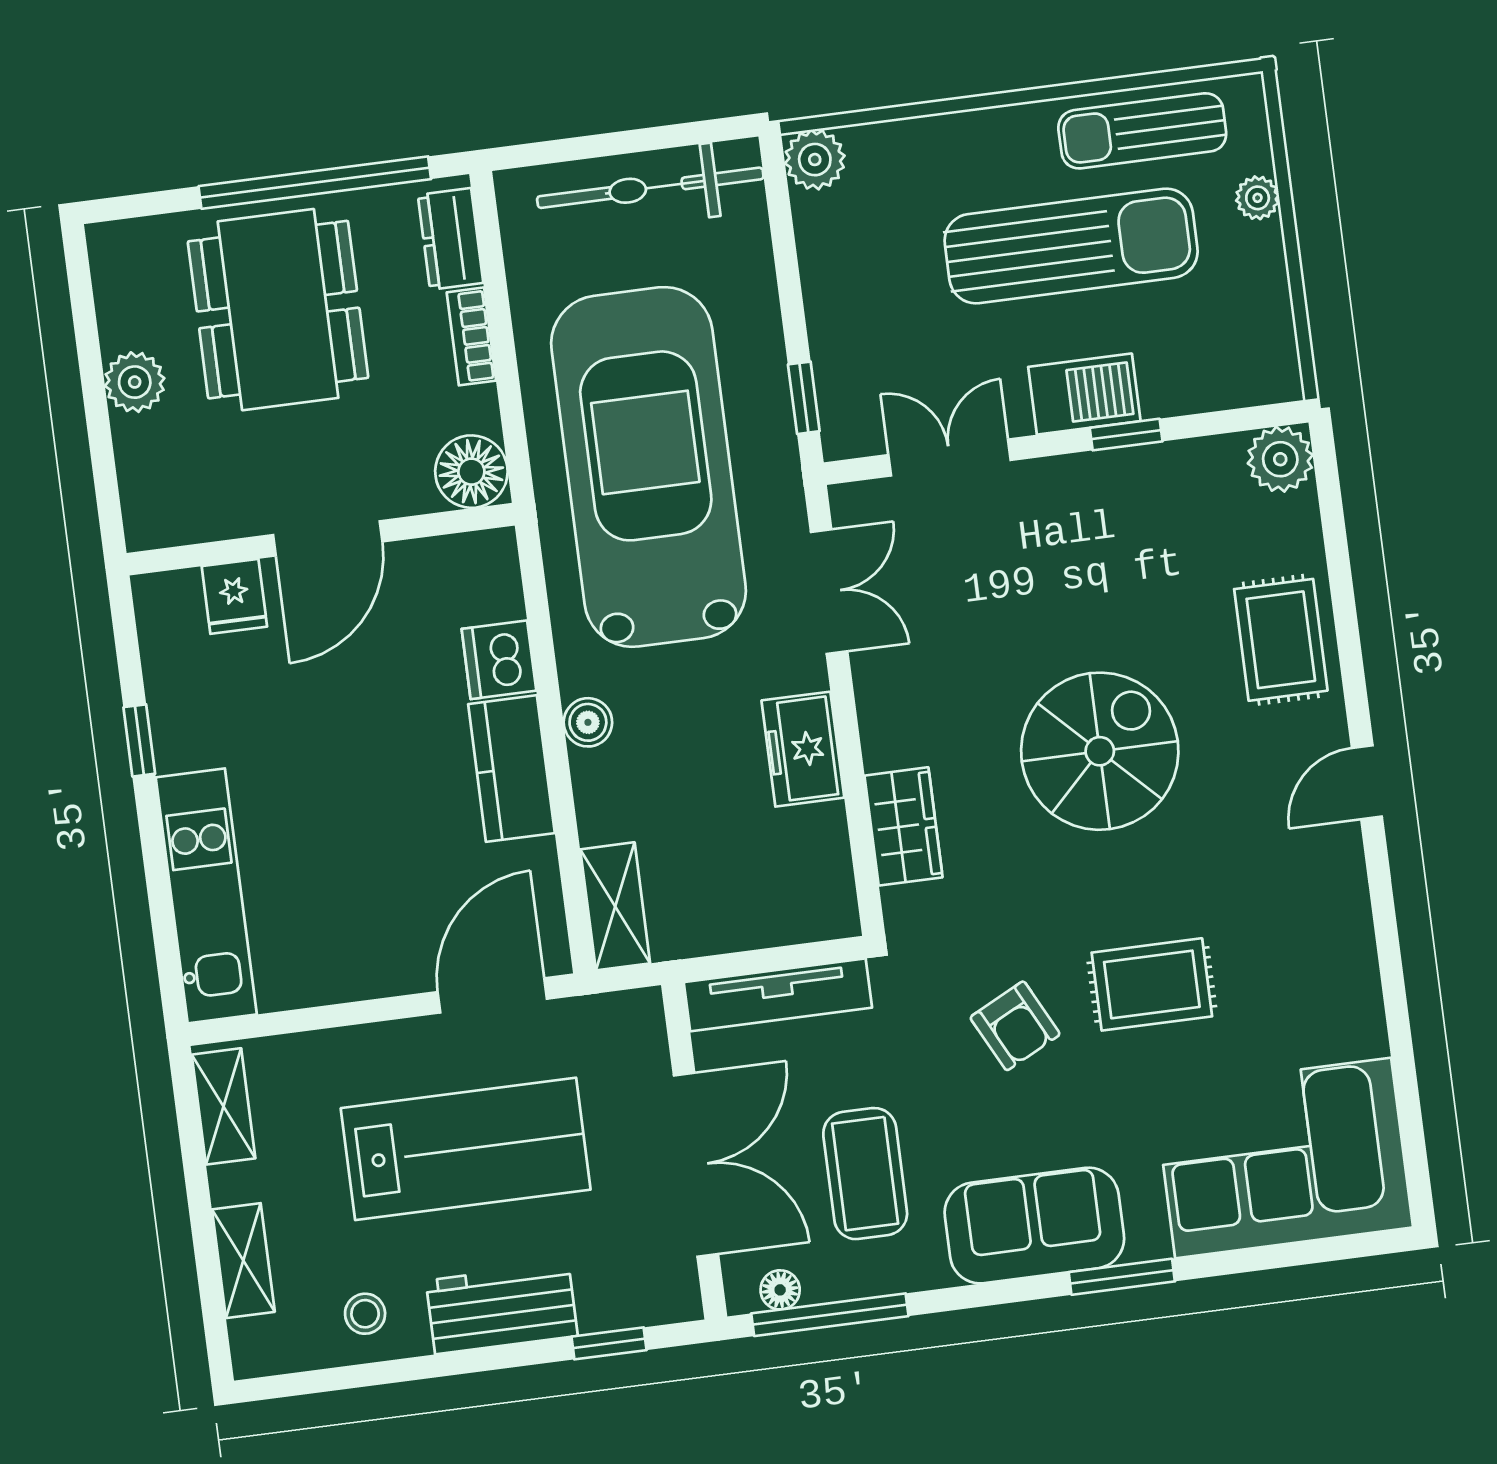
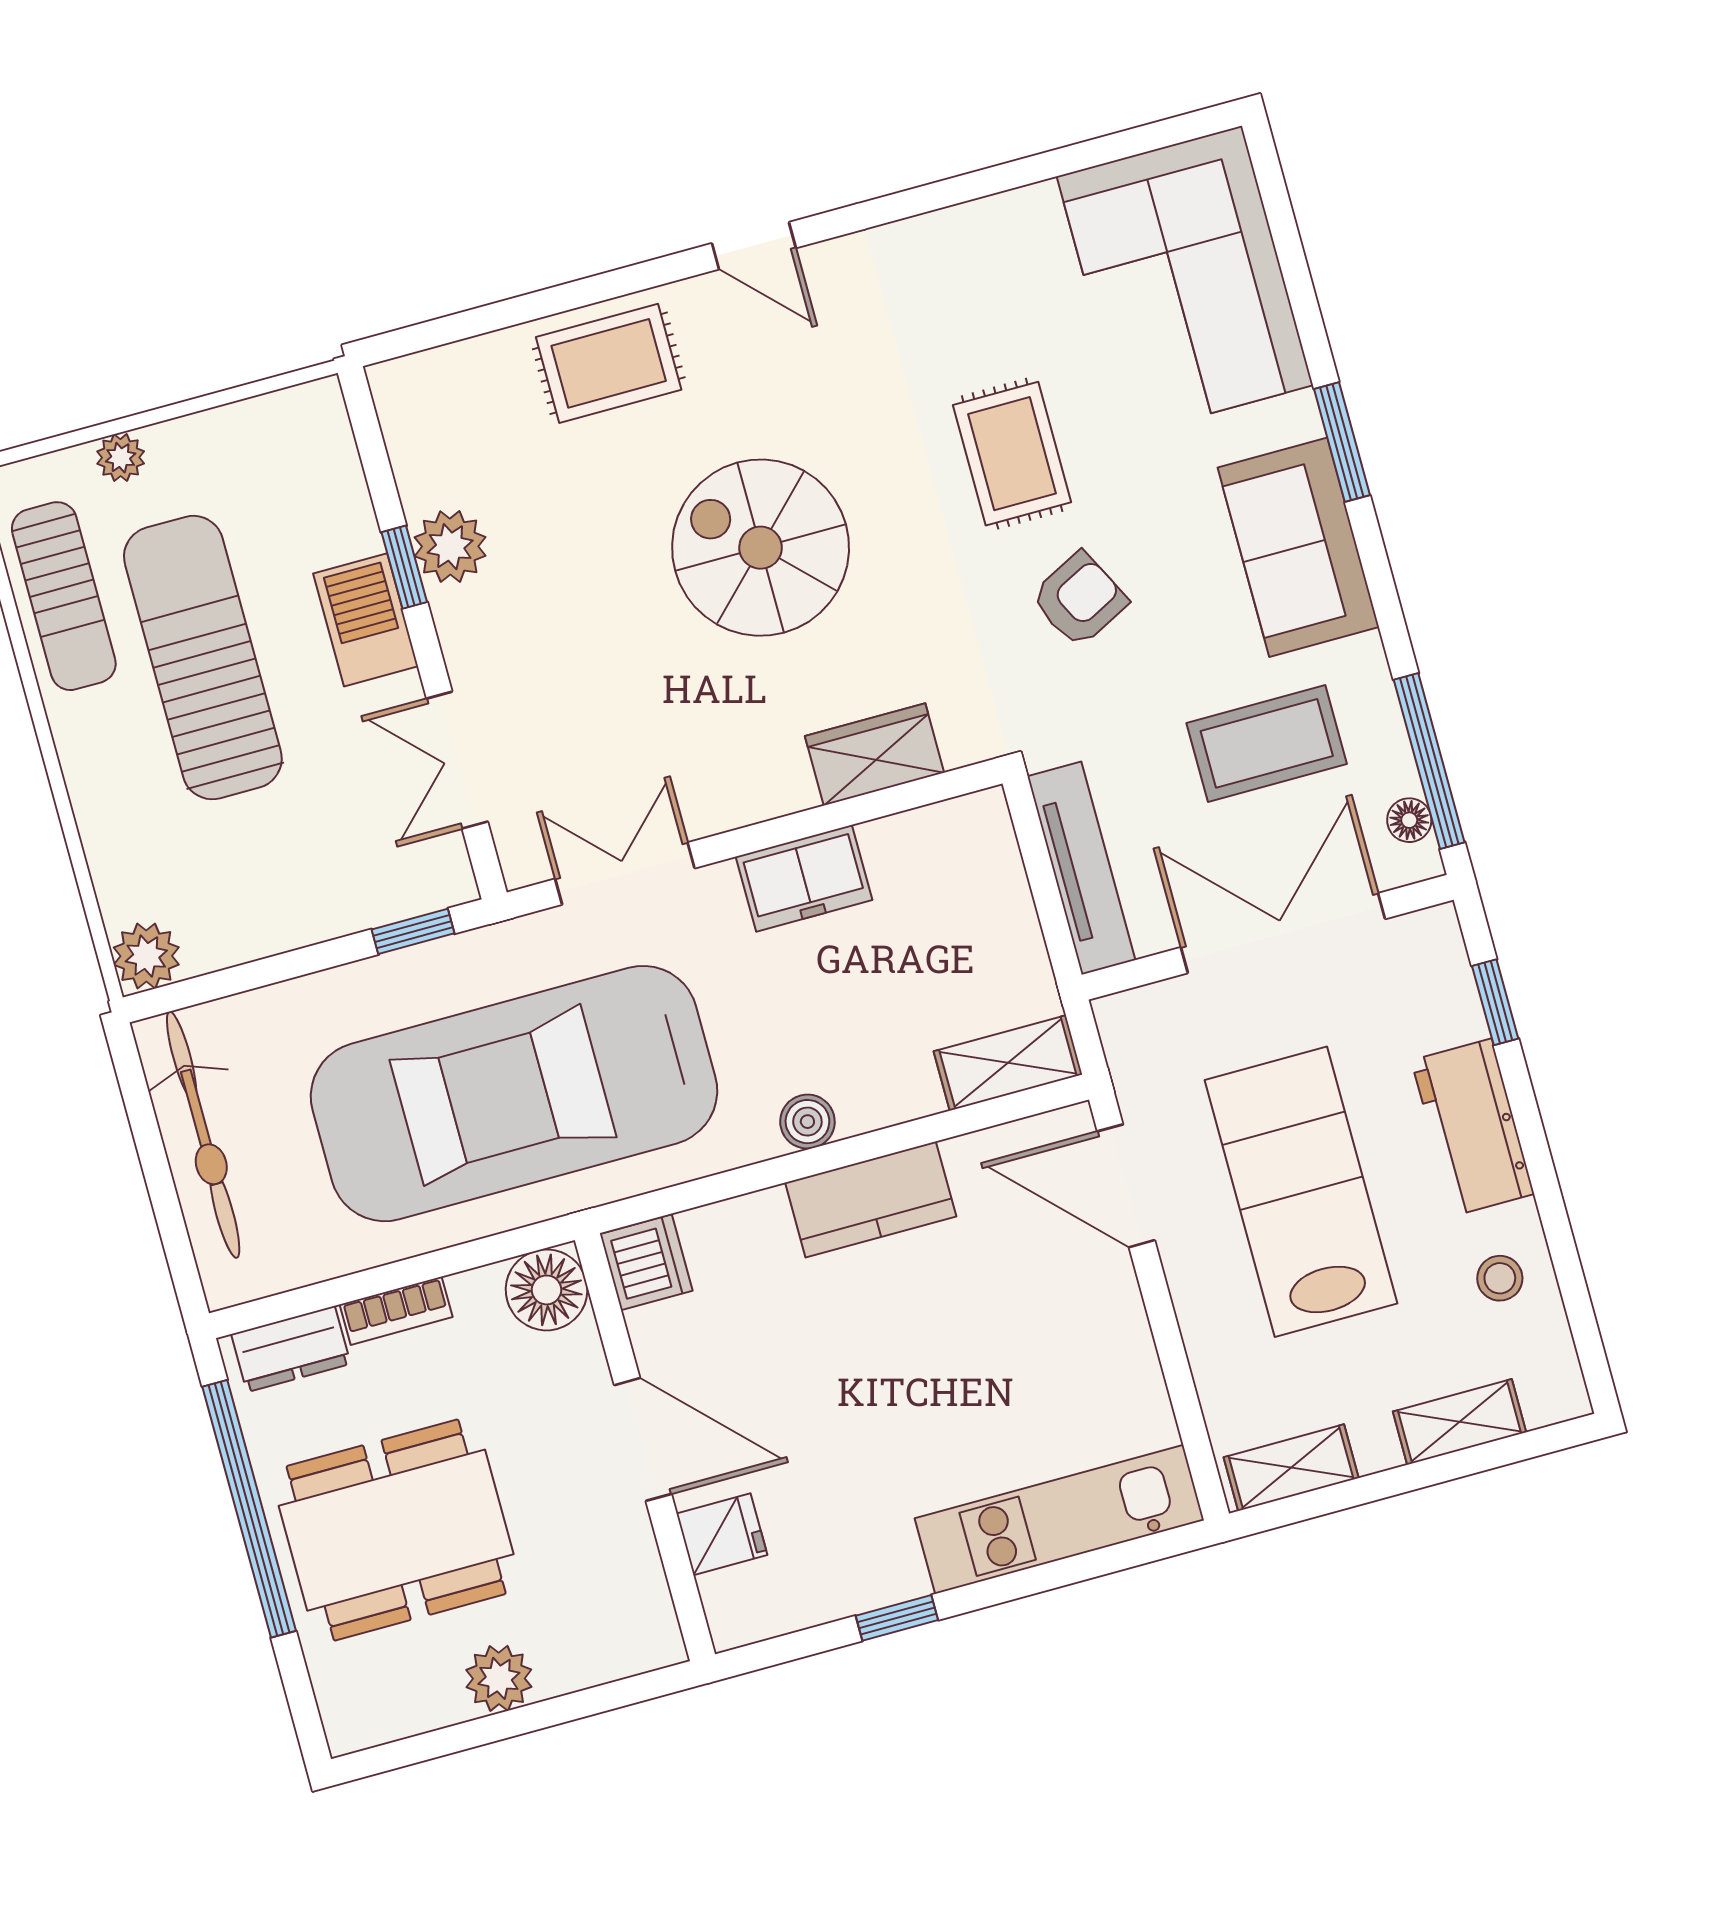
plant: (1280, 459) -> (450, 547), moved
dishwasher: (499, 660) -> (646, 1262), moved, turned -90

